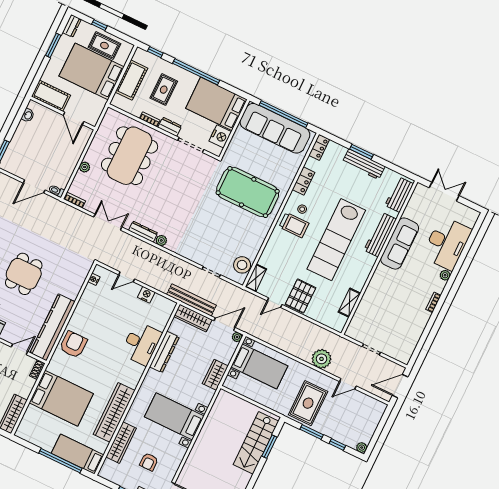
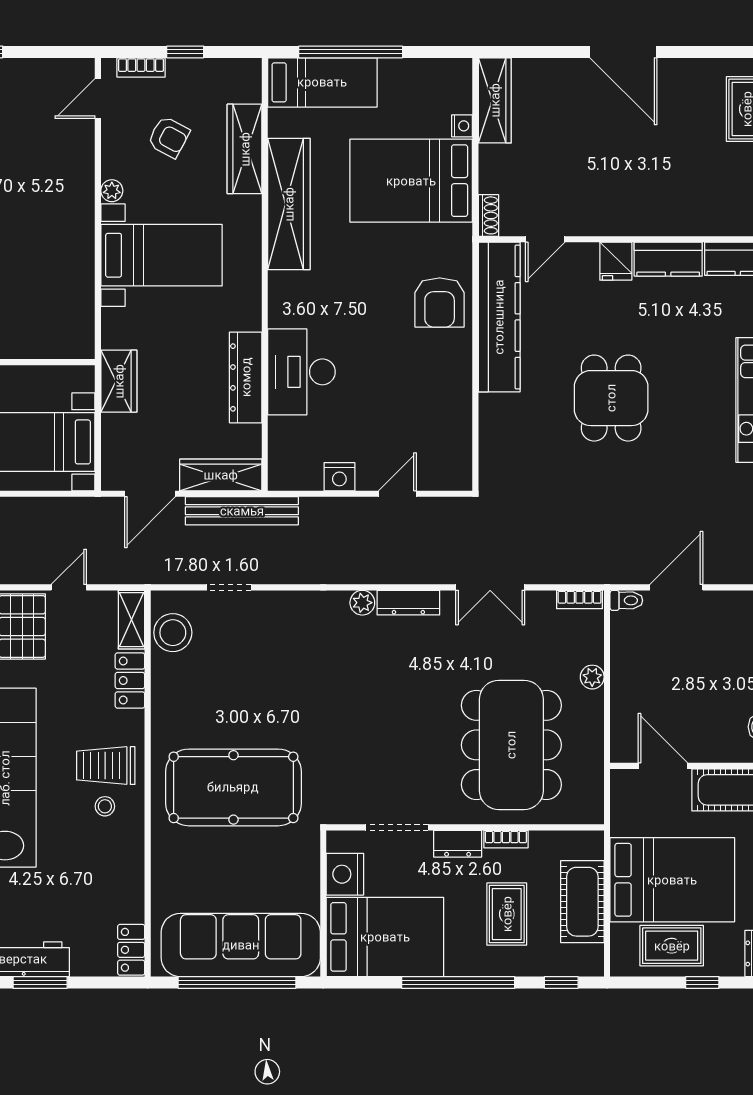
locker: (304, 181) -> (130, 680), moved
nightstand: (94, 279) -> (462, 126), moved
plant: (237, 337) -> (112, 191), moved
armchair: (149, 462) -> (169, 137), turned 118

